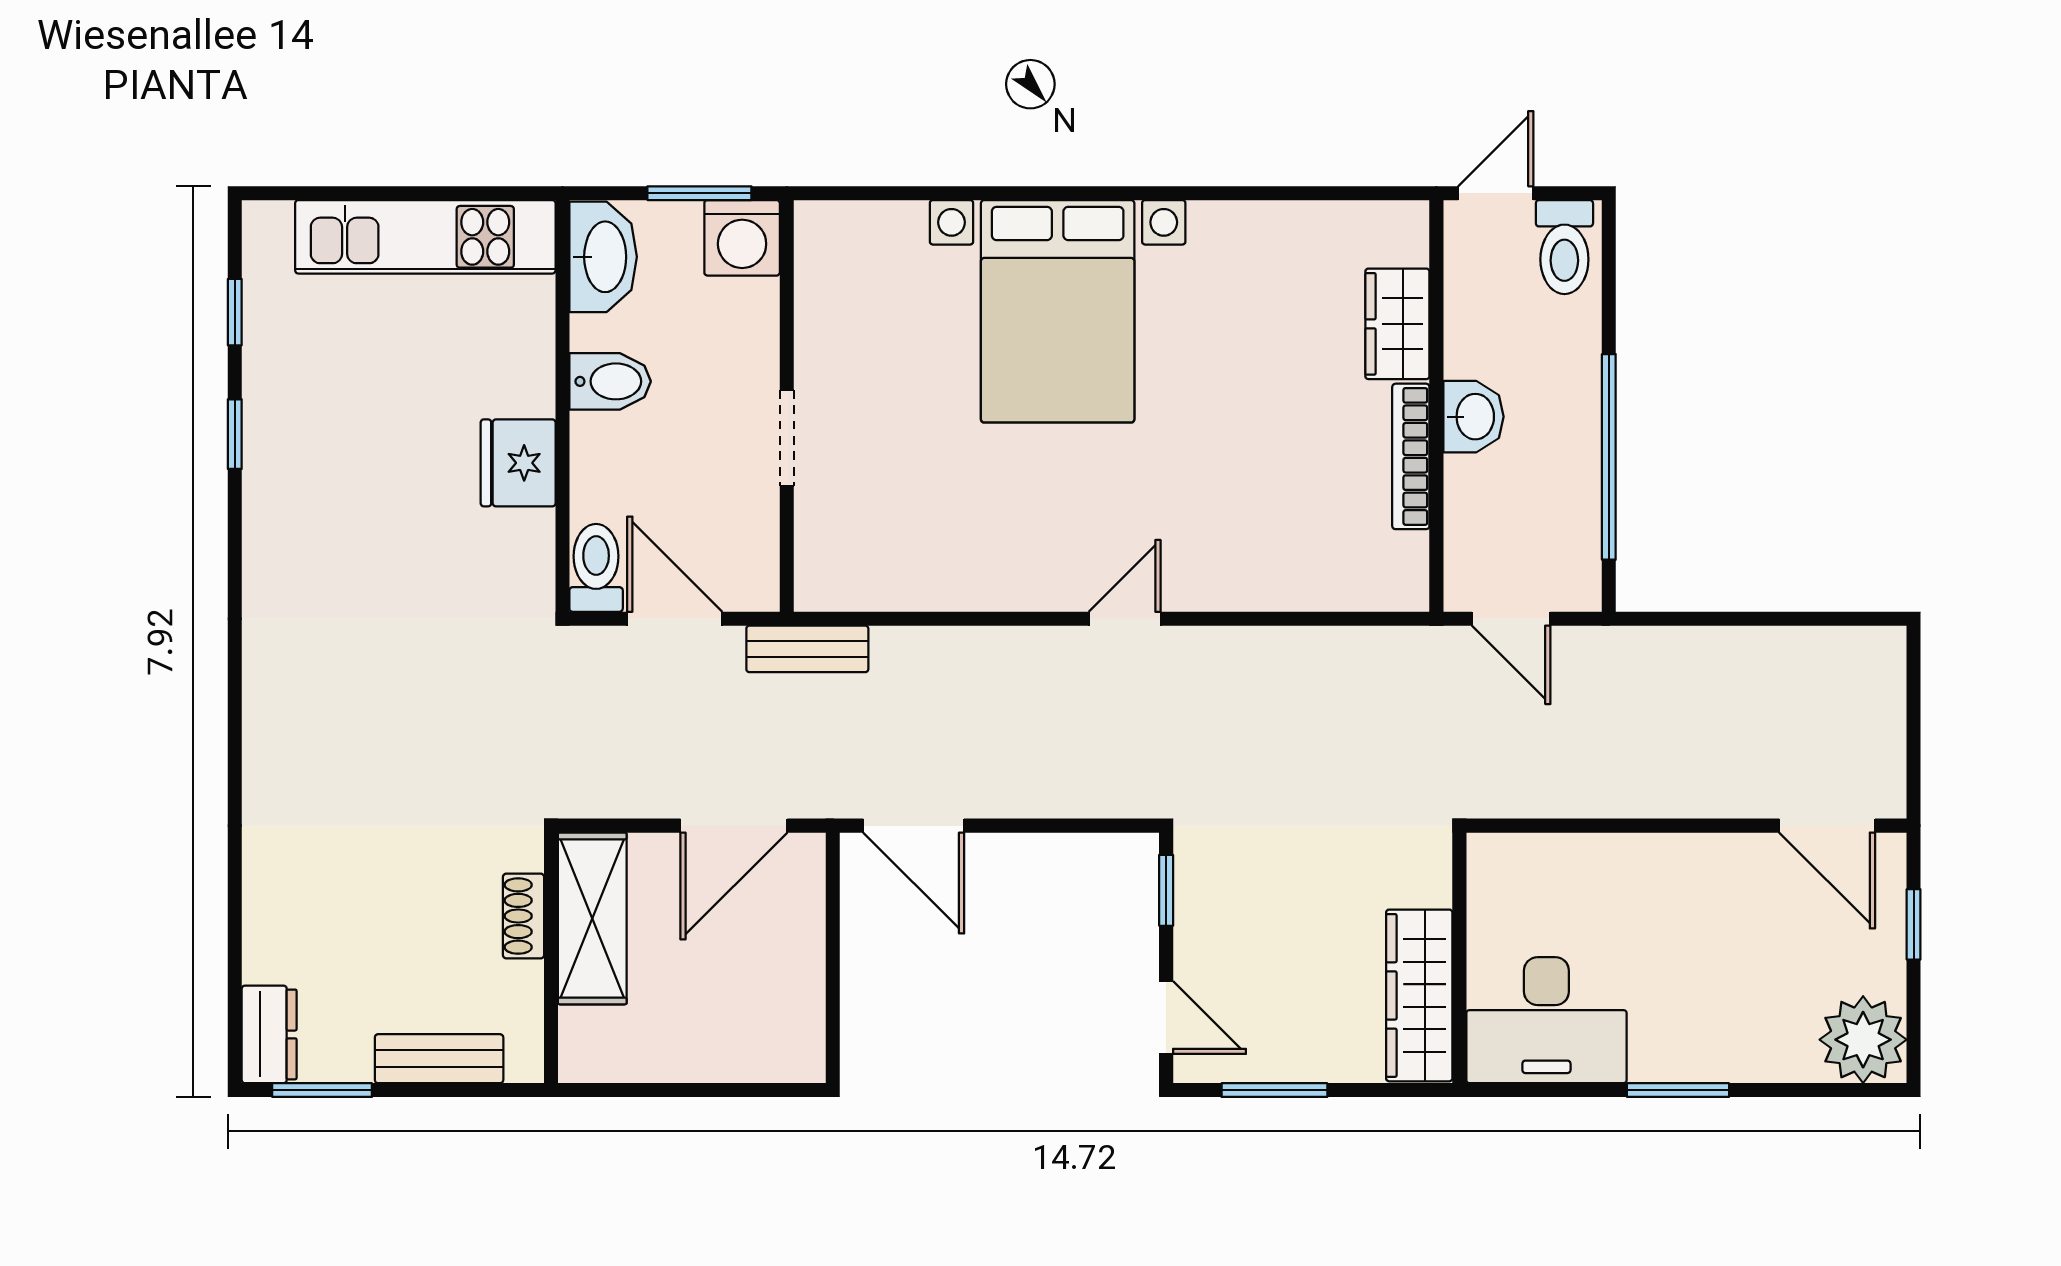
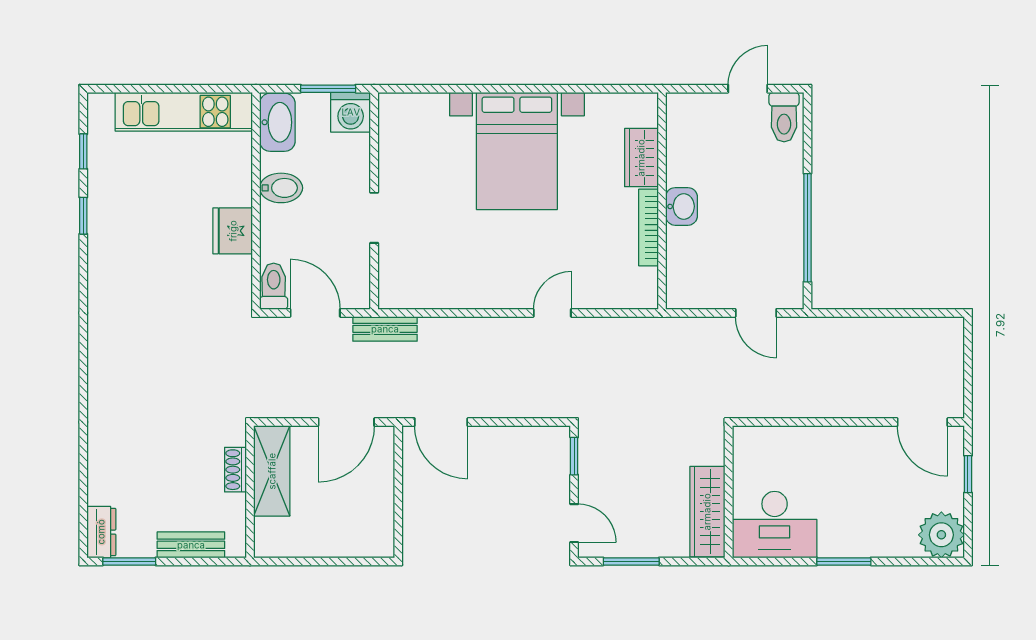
wardrobe: (1397, 324) -> (641, 158), moved
wall: (1436, 406) -> (662, 201), moved
washbasin: (1473, 417) -> (682, 206), moved
bookcase: (1411, 456) -> (649, 227), moved

